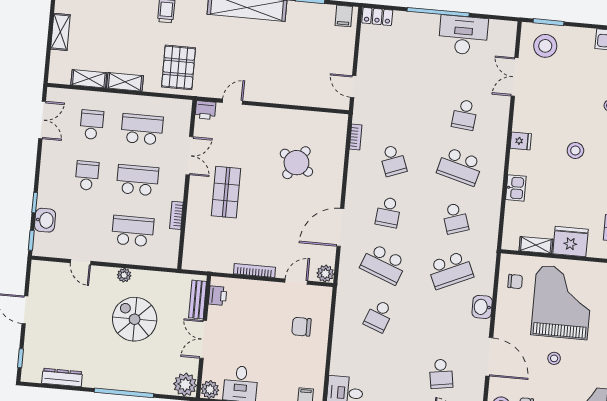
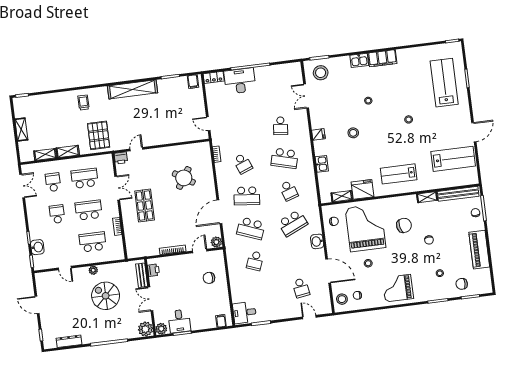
desk: (463, 35) -> (240, 81), moved
school desk: (388, 212) -> (247, 196), width x1.85

